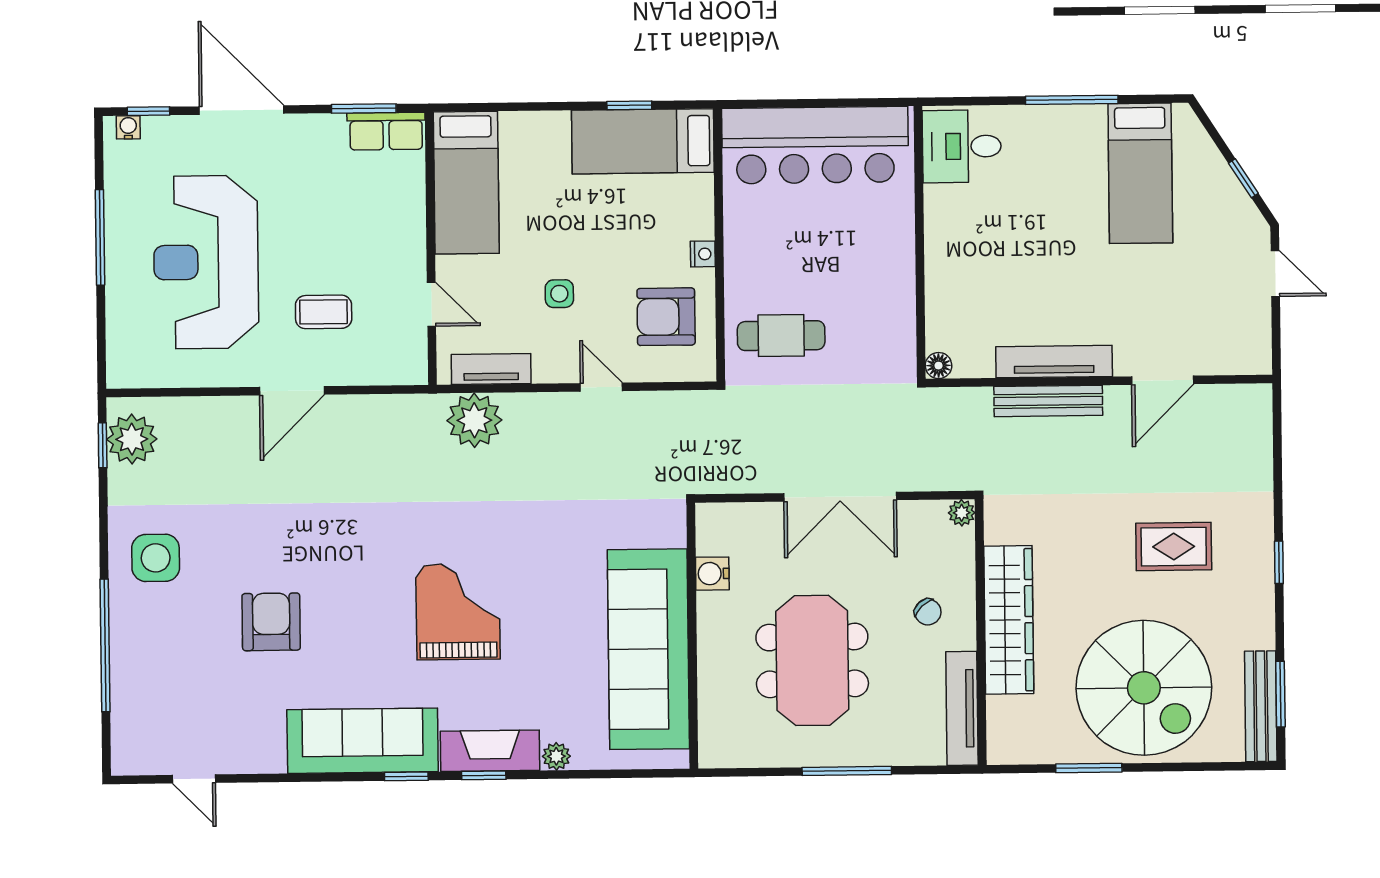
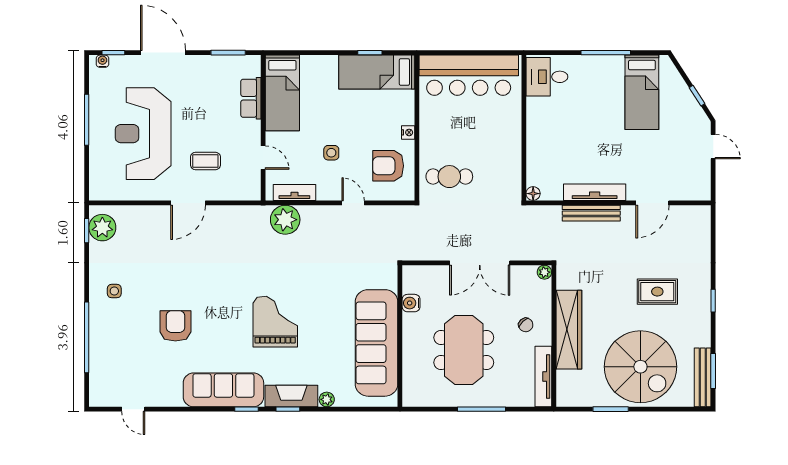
row of seats: (386, 131) -> (251, 98), moved, turned 90
side table: (156, 558) -> (114, 291), width x0.54, depth x0.54

